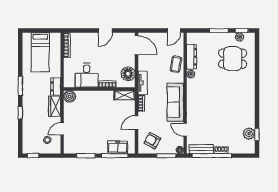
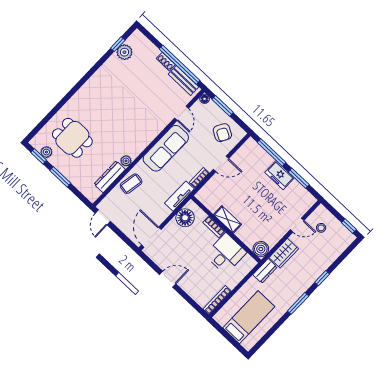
door: (174, 31) -> (103, 217), swing flipped
shelving: (125, 95) -> (228, 220), moved
freezer: (118, 147) -> (280, 175), moved

